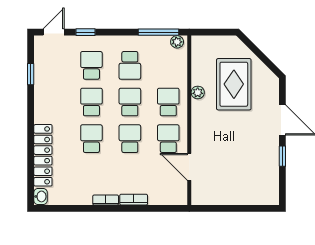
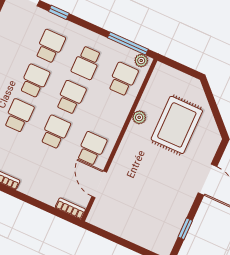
school desk: (168, 102) -> (123, 79), moved
window: (282, 156) -> (185, 229), moved
bookcase: (134, 200) -> (70, 208), moved

